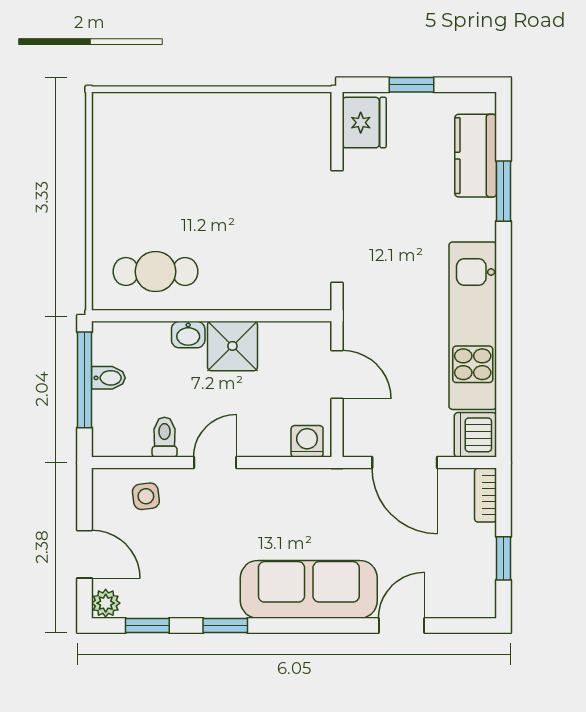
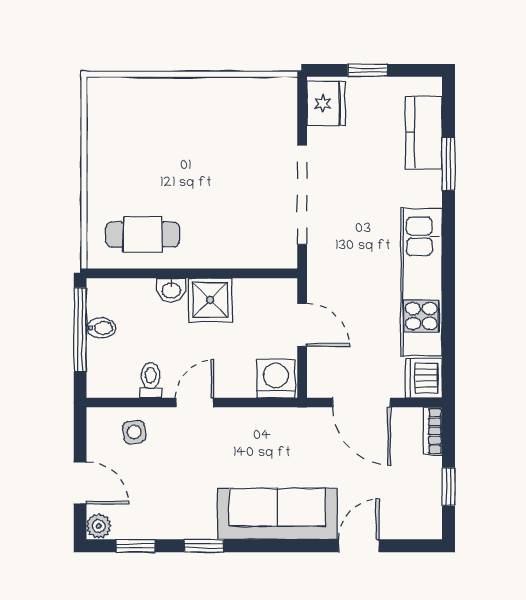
washing machine: (307, 441) -> (276, 379), width x1.38, depth x1.38

